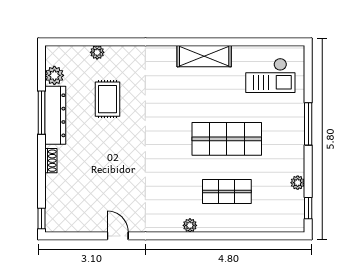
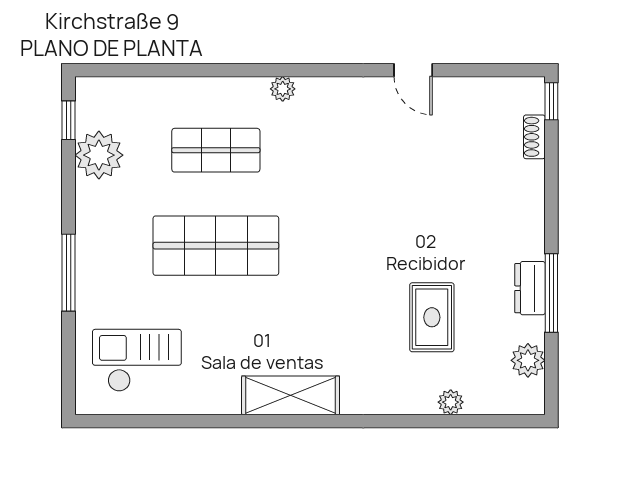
shelving: (204, 56) -> (291, 395), moved
dresser: (55, 115) -> (530, 288), width x0.51, depth x0.80
shoe rack: (51, 161) -> (534, 137), moved
plant: (298, 183) -> (99, 155), width x1.88, depth x1.88

